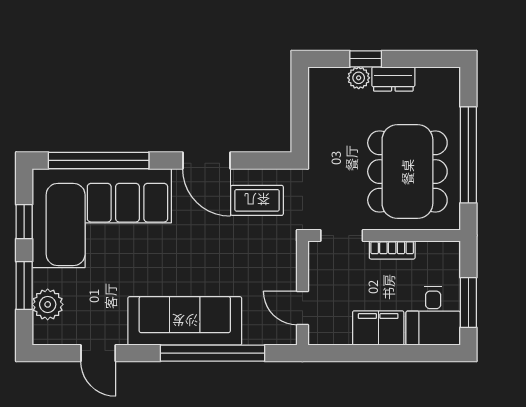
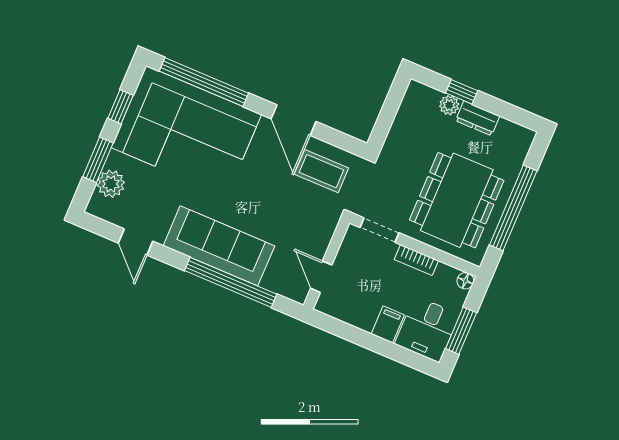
floor lamp: (451, 250) -> (465, 281), added
filing cabinet: (378, 328) -> (388, 324), width x0.50

